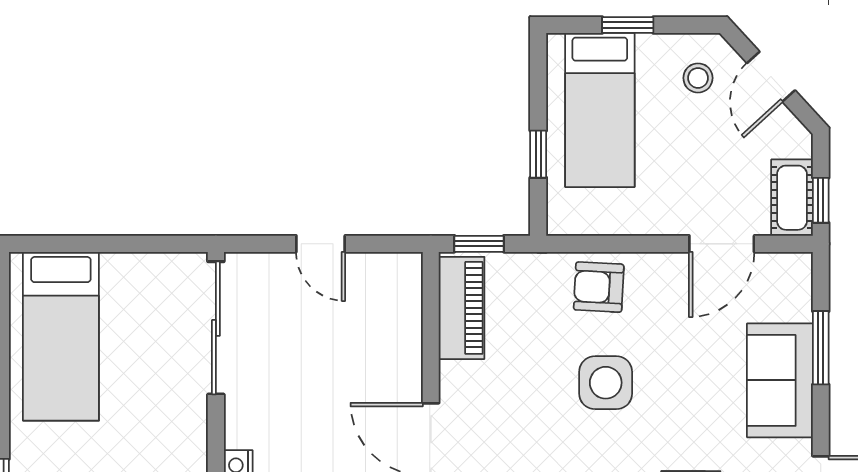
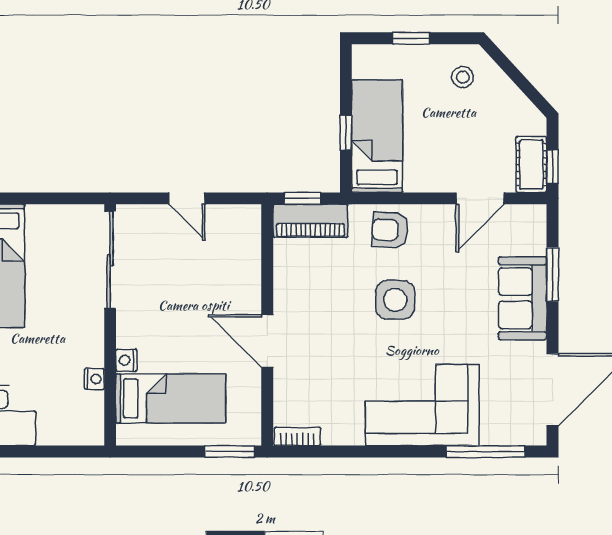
door: (771, 77) -> (516, 76), removed
bed: (600, 110) -> (377, 136), moved, turned 180
piano: (462, 308) -> (310, 221), moved, turned 90

